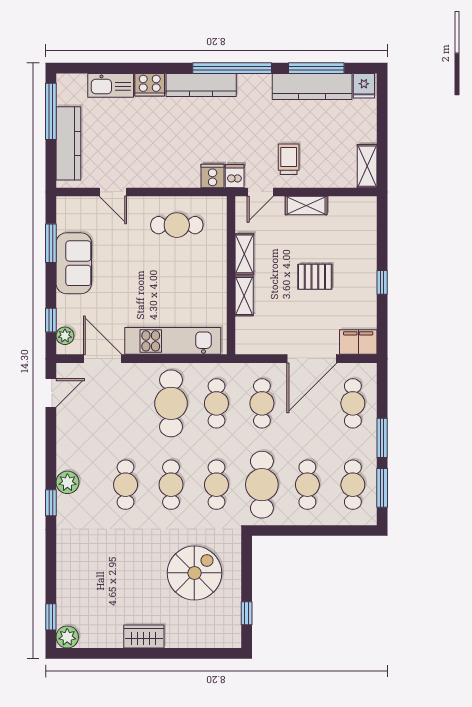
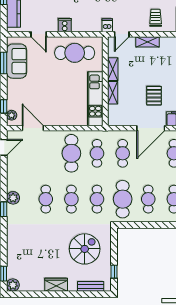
trolley: (289, 159) -> (156, 18), moved
cooker: (213, 176) -> (65, 25), moved
cafe table: (177, 225) -> (75, 53), width x1.37, depth x1.35
sofa: (74, 263) -> (17, 61), moved
pallet: (315, 277) -> (154, 96), moved, turned 90
kitchen unit: (173, 341) -> (95, 99), moved, turned -90
bench: (205, 639) -> (91, 286), added

